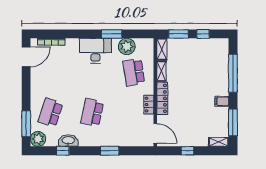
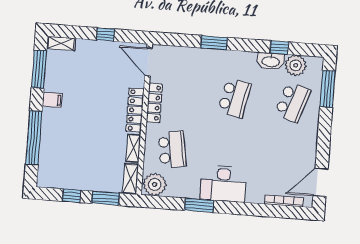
plant: (127, 46) -> (155, 184), moved
locker: (149, 105) -> (154, 103), width x1.53
plant: (38, 139) -> (296, 65), moved

